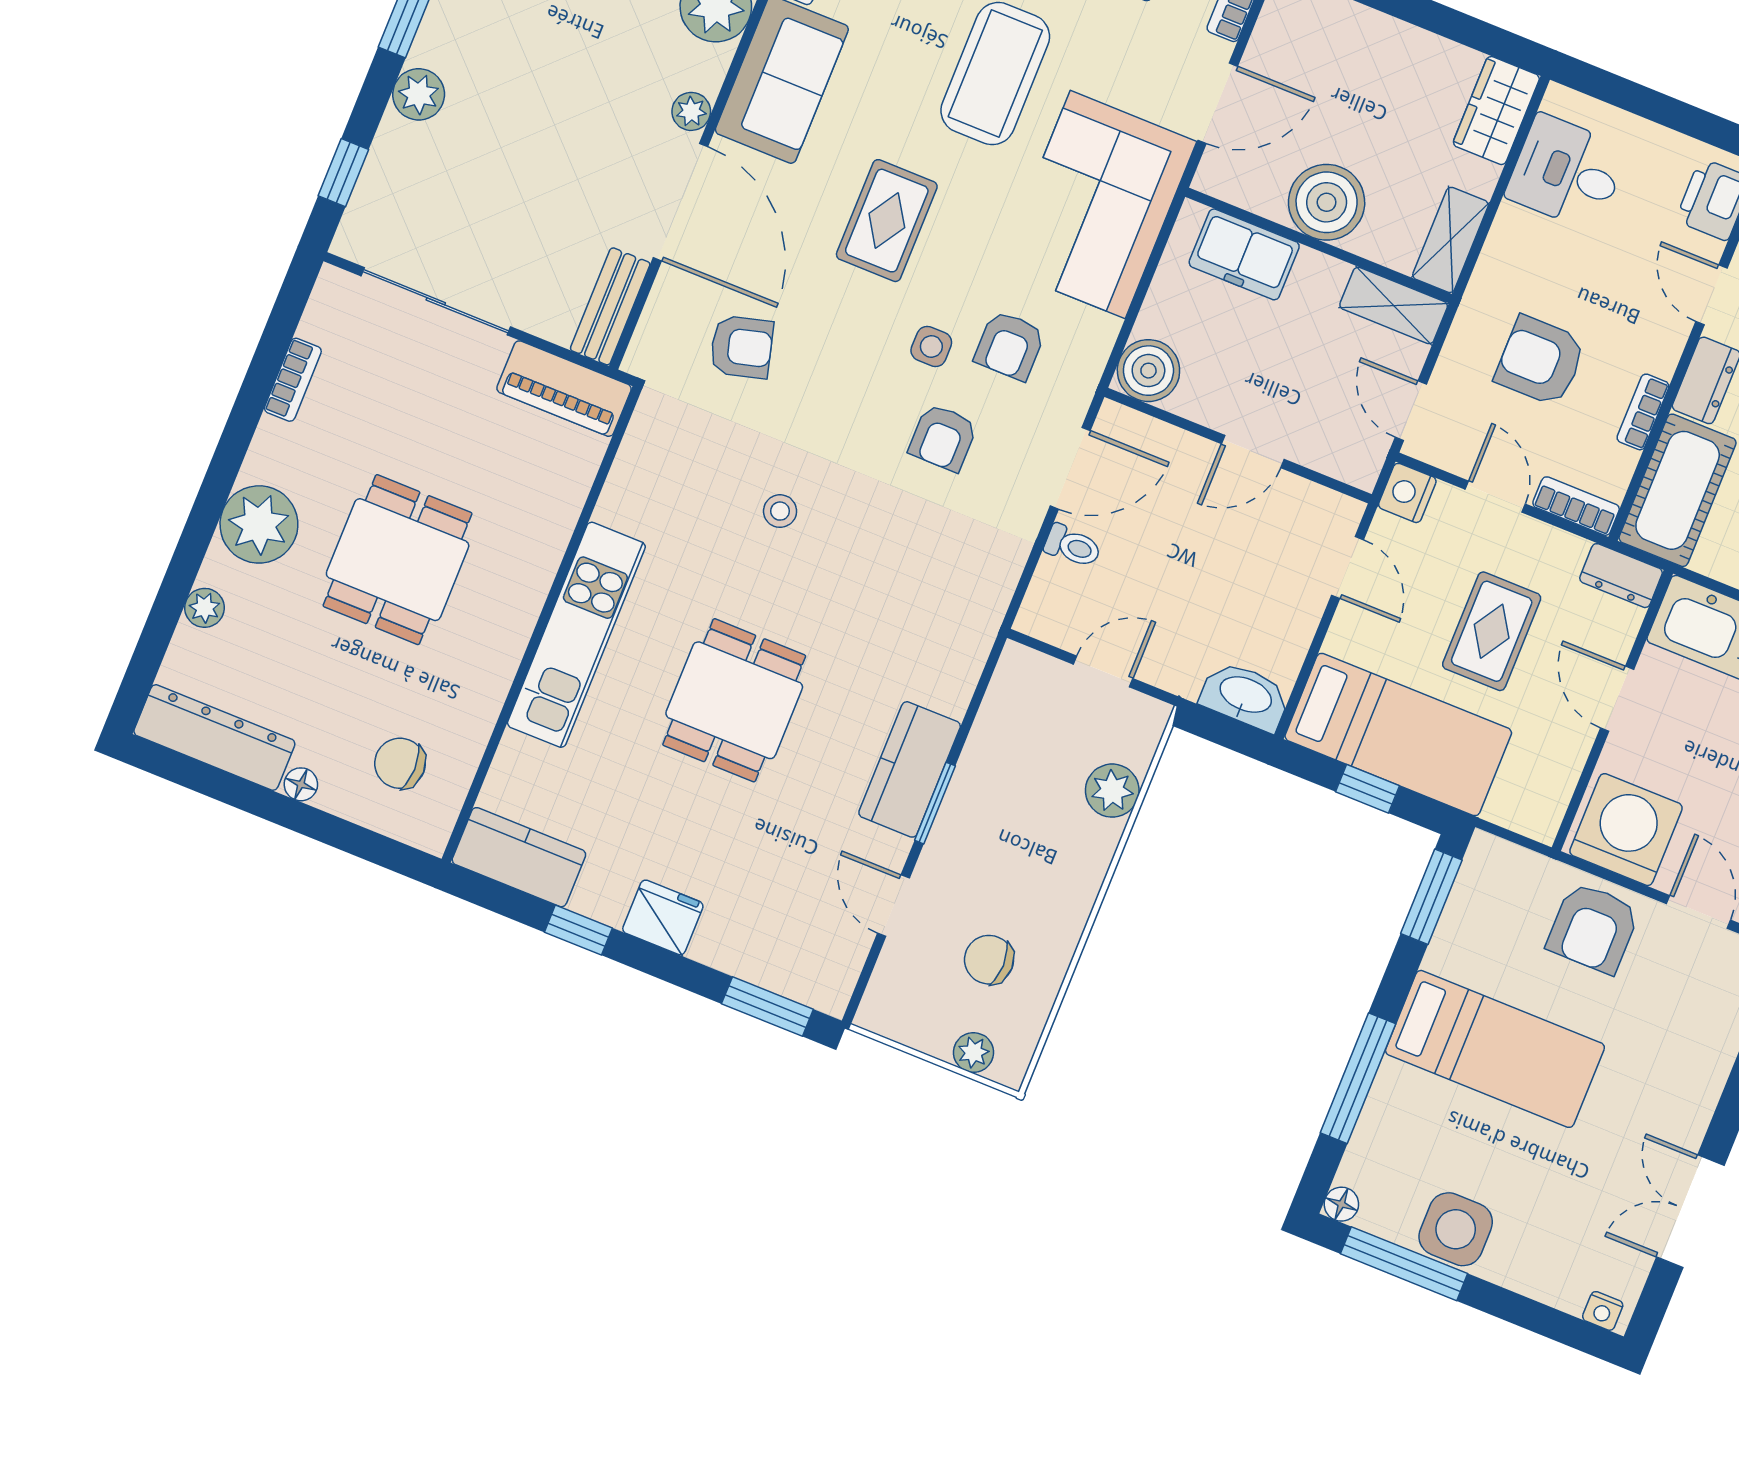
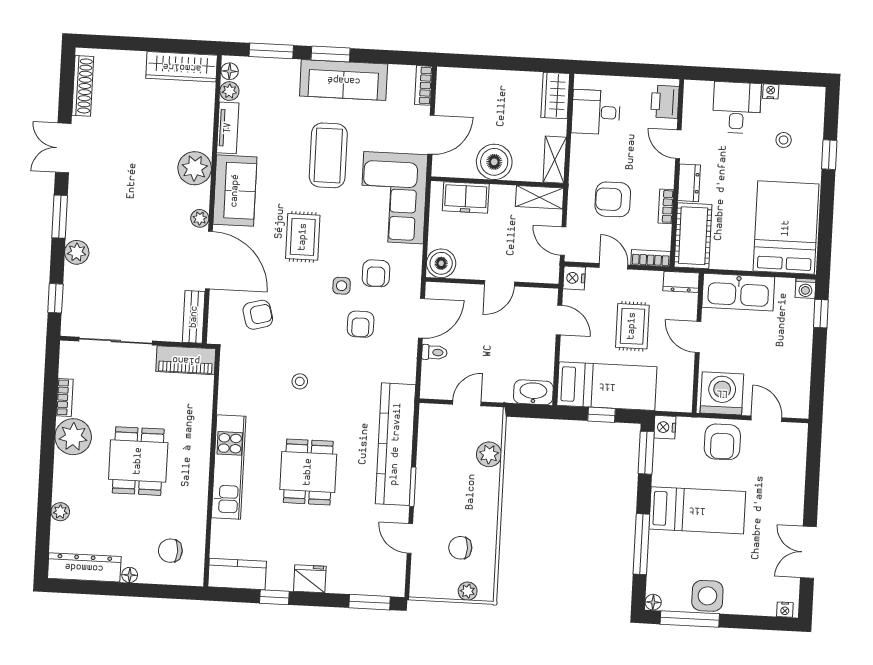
plant: (259, 524) -> (73, 437), moved
kitchen counter: (910, 769) -> (396, 444), width x2.08, depth x1.17
nightstand: (1487, 858) -> (665, 427), added

